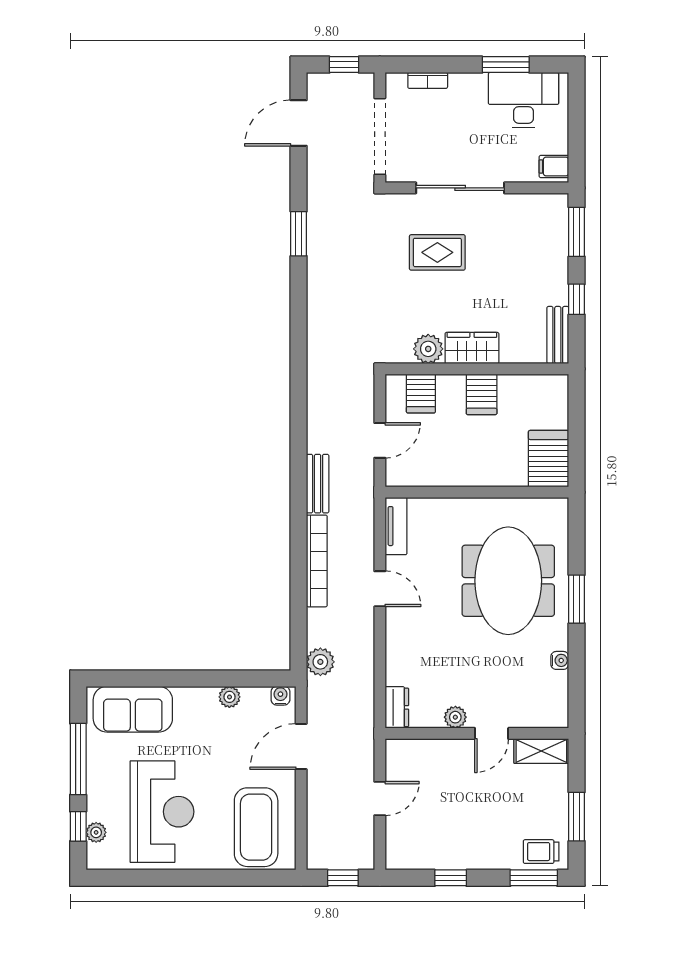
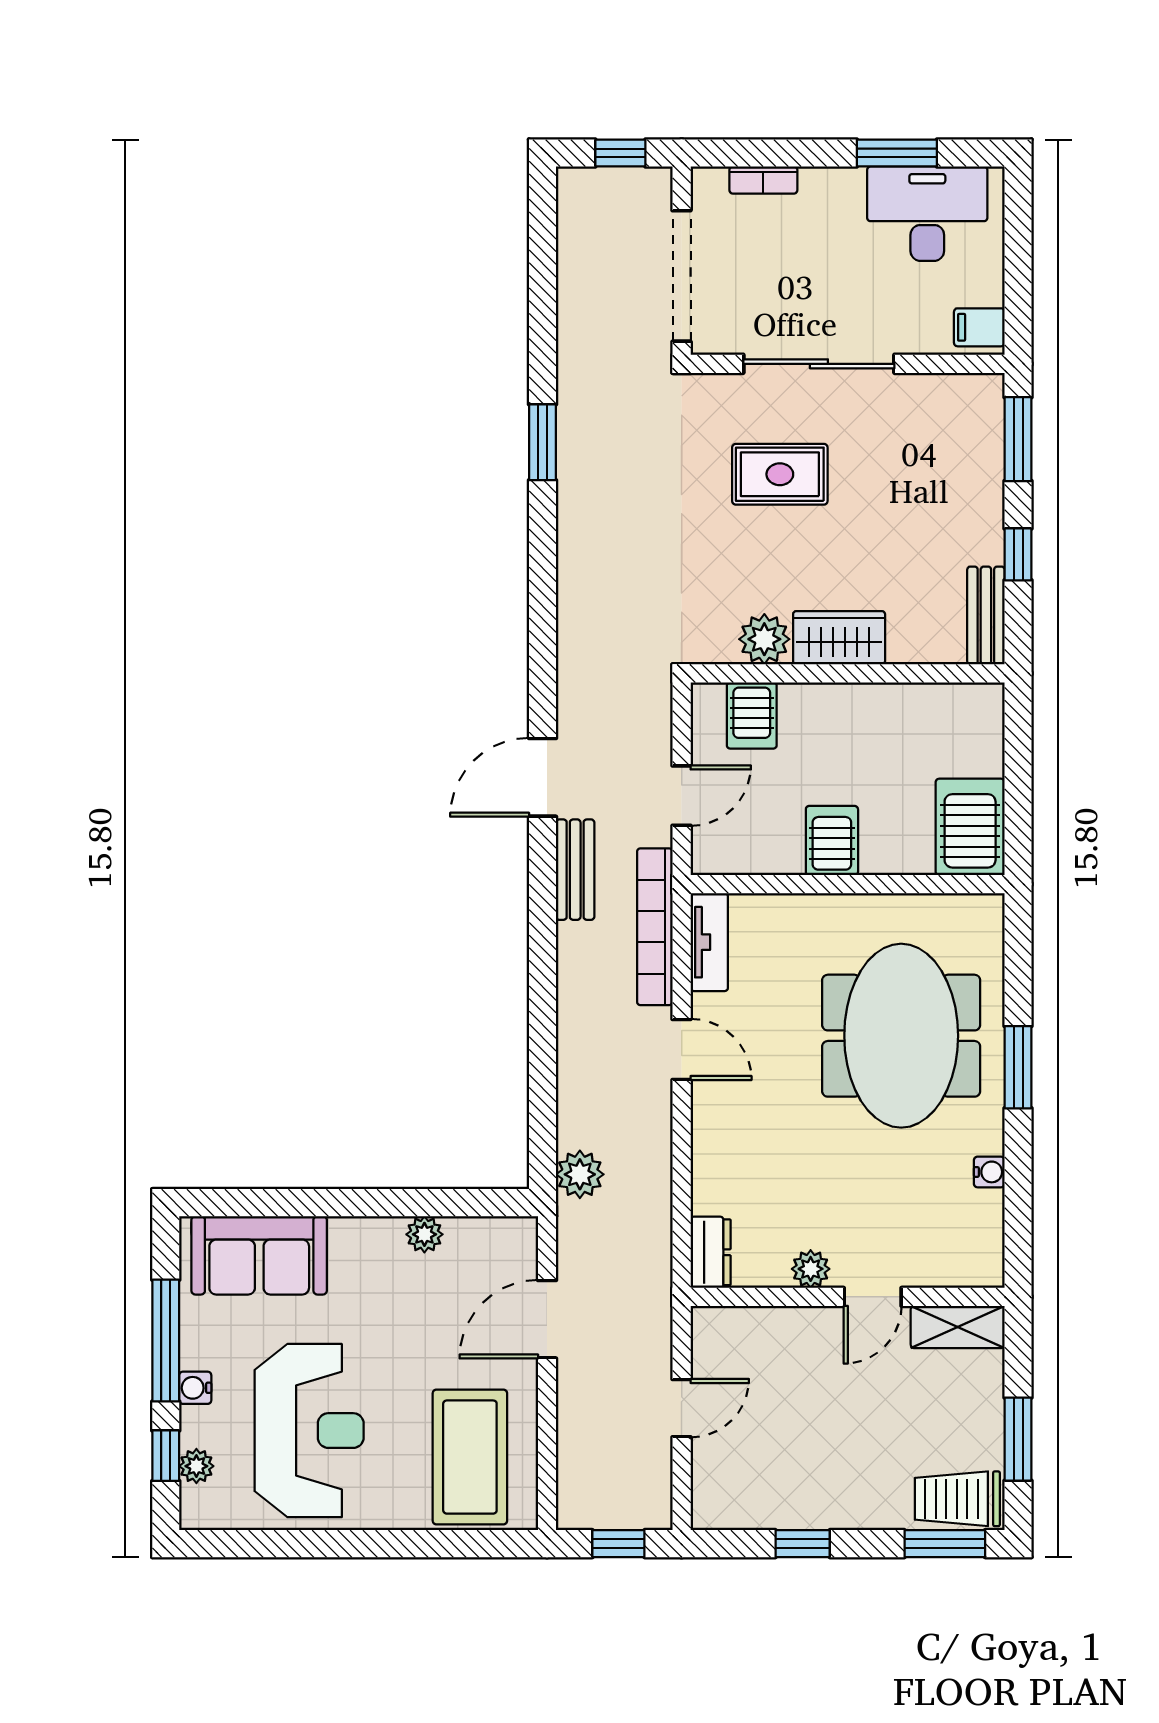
door: (299, 123) -> (543, 777), moved
server rack: (482, 394) -> (832, 841), moved, turned 180
bookcase: (317, 561) -> (655, 927), moved, turned 180
water cooler: (280, 696) -> (195, 1388), moved, turned -90
trolley: (541, 852) -> (957, 1499), width x1.36, depth x1.39

